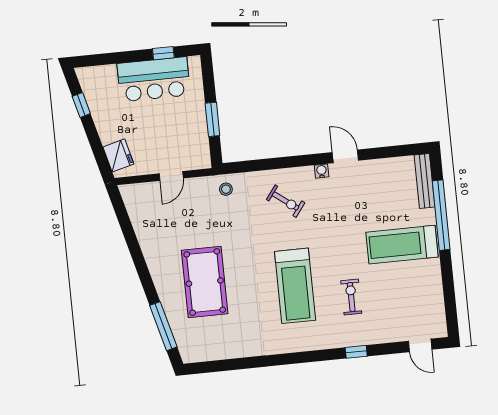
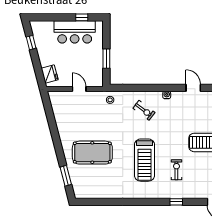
door: (345, 156) -> (193, 88), moved
door: (171, 176) -> (79, 89), swing flipped
pool table: (205, 282) -> (92, 153), turned 90
window: (163, 326) -> (66, 176), width x0.69

